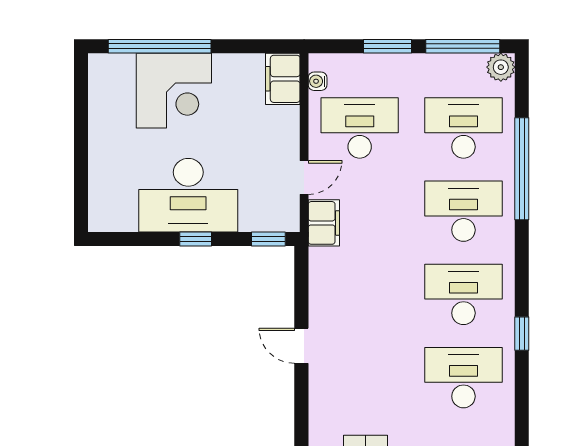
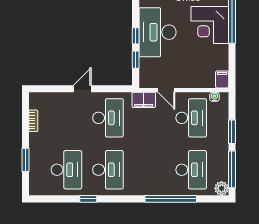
filing cabinet: (283, 79) -> (222, 79), width x0.50
desk: (463, 211) -> (108, 118), moved
window: (268, 239) -> (136, 60), moved

